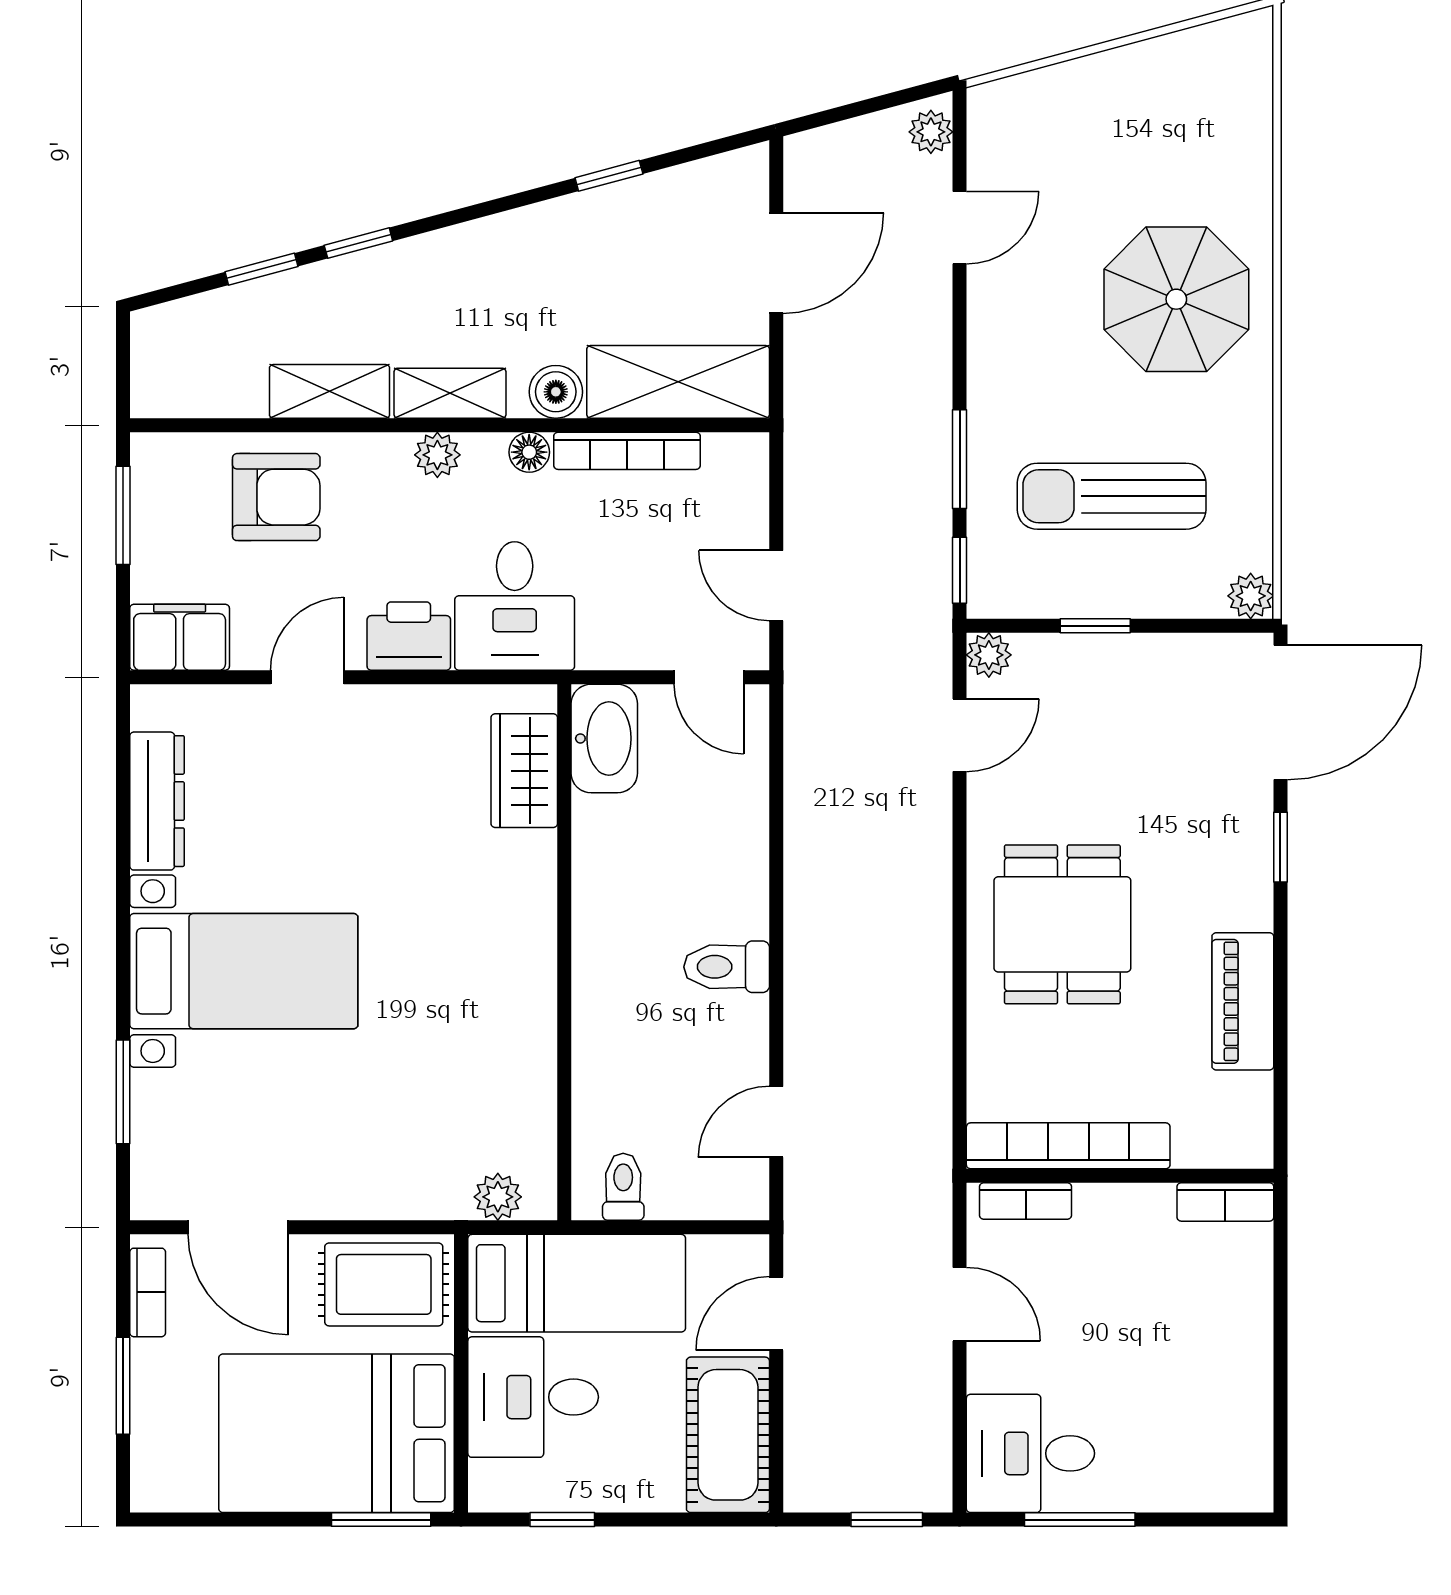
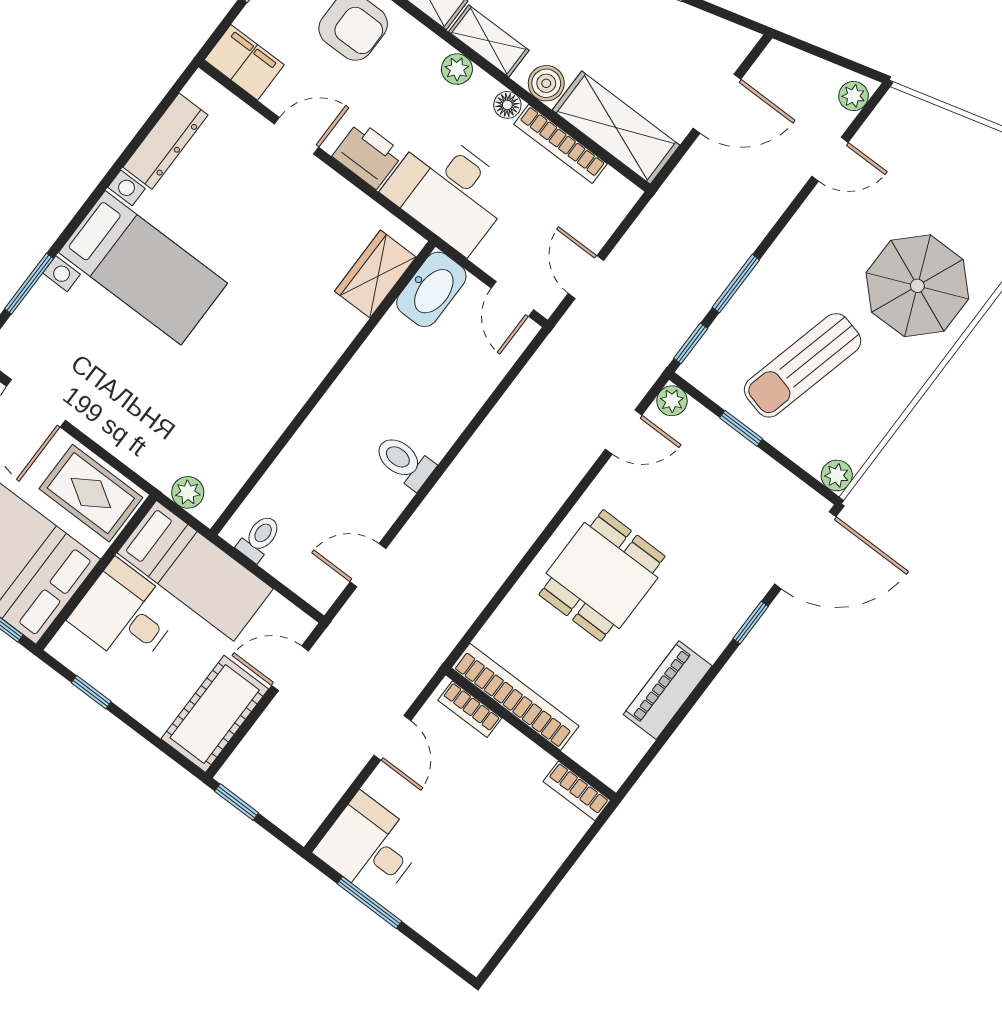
sun lounger: (1112, 496) -> (803, 365), turned -76
desk: (515, 606) -> (449, 191), width x1.37
window: (887, 1520) -> (237, 802), moved

